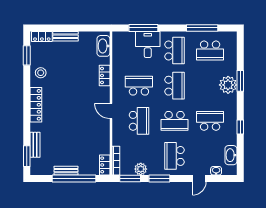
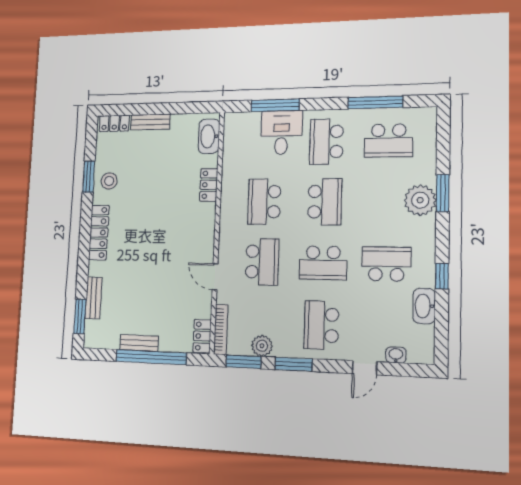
school desk: (174, 50) -> (326, 142), turned 180
window: (27, 55) -> (89, 177), moved
school desk: (139, 86) -> (264, 202), turned -90
door: (111, 111) -> (215, 277), moved
washbasin: (231, 155) -> (424, 306), moved

